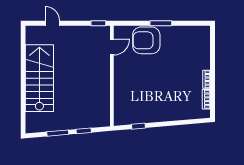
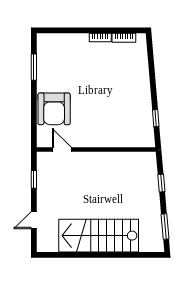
window: (98, 23) -> (34, 179), moved
window: (161, 23) -> (34, 67), moved
window: (58, 133) -> (165, 226), moved

